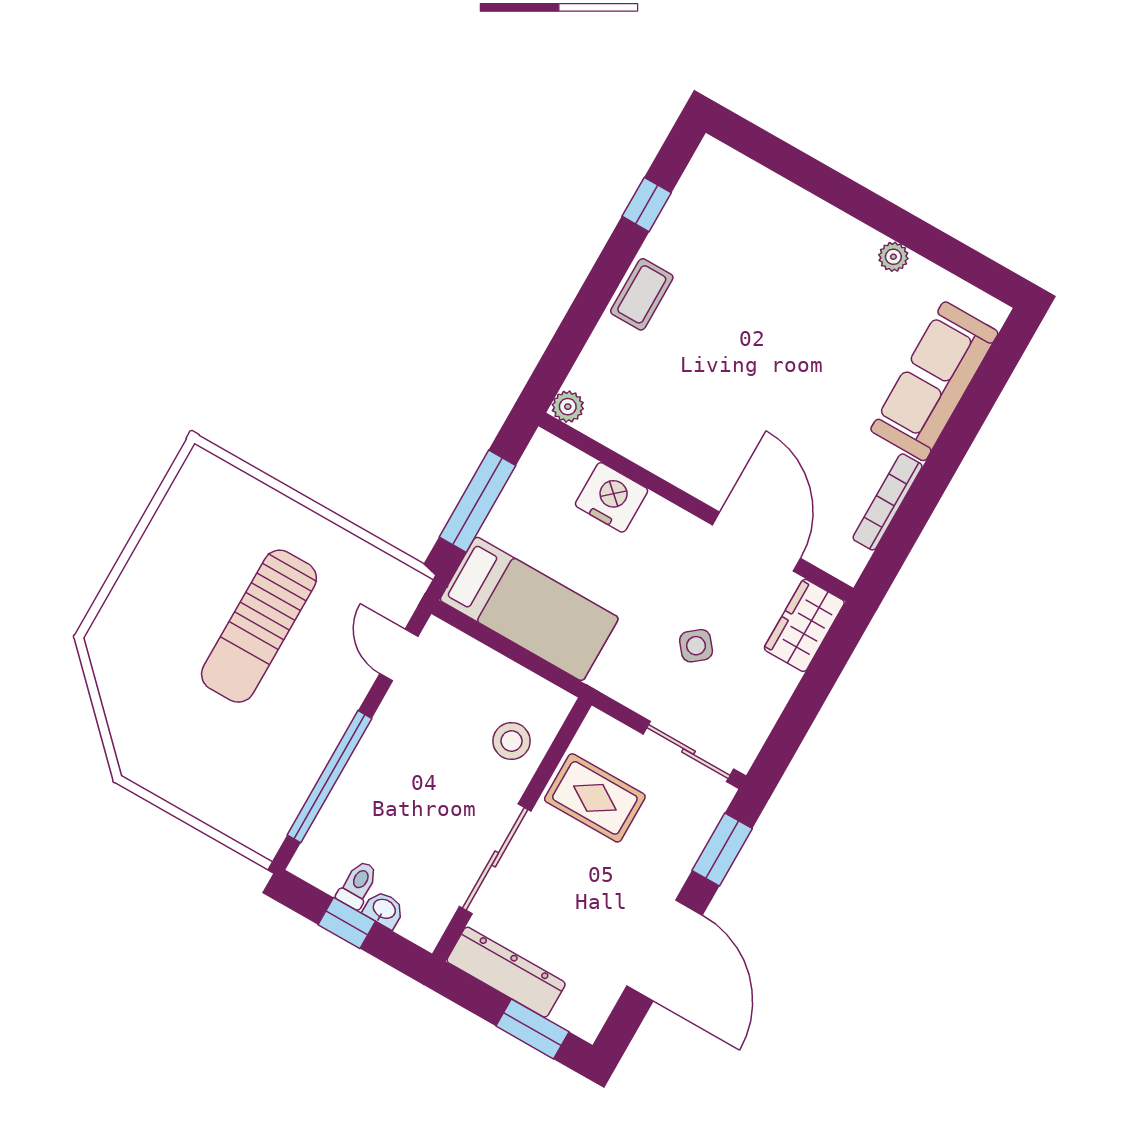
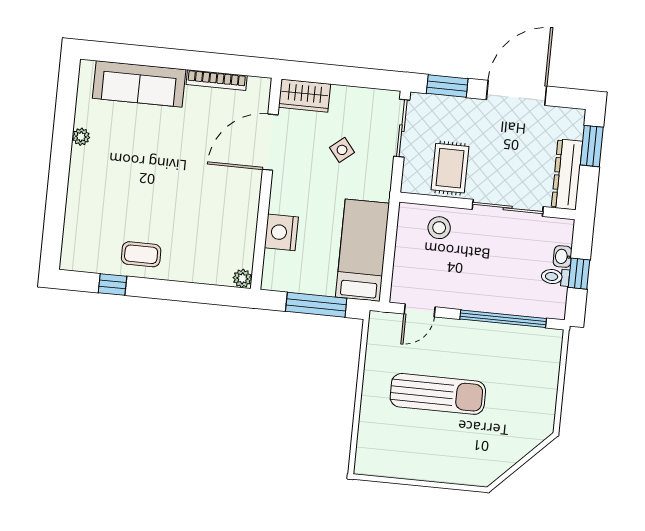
coffee table: (642, 294) -> (141, 254), moved

